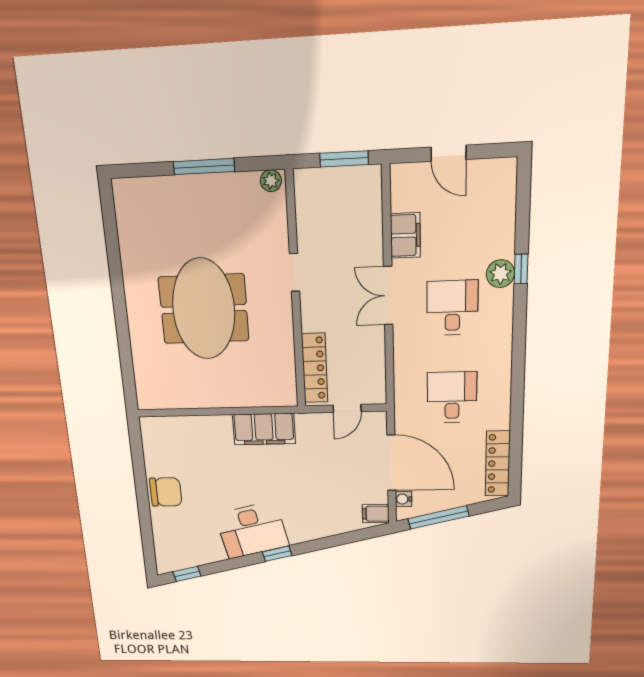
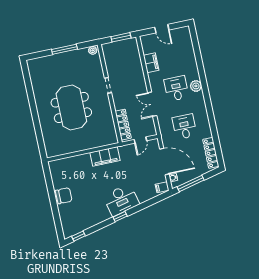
window: (521, 269) -> (201, 68), removed
plant: (500, 274) -> (196, 86), moved
double door: (388, 296) -> (152, 104), moved
desk: (252, 530) -> (121, 200), moved

